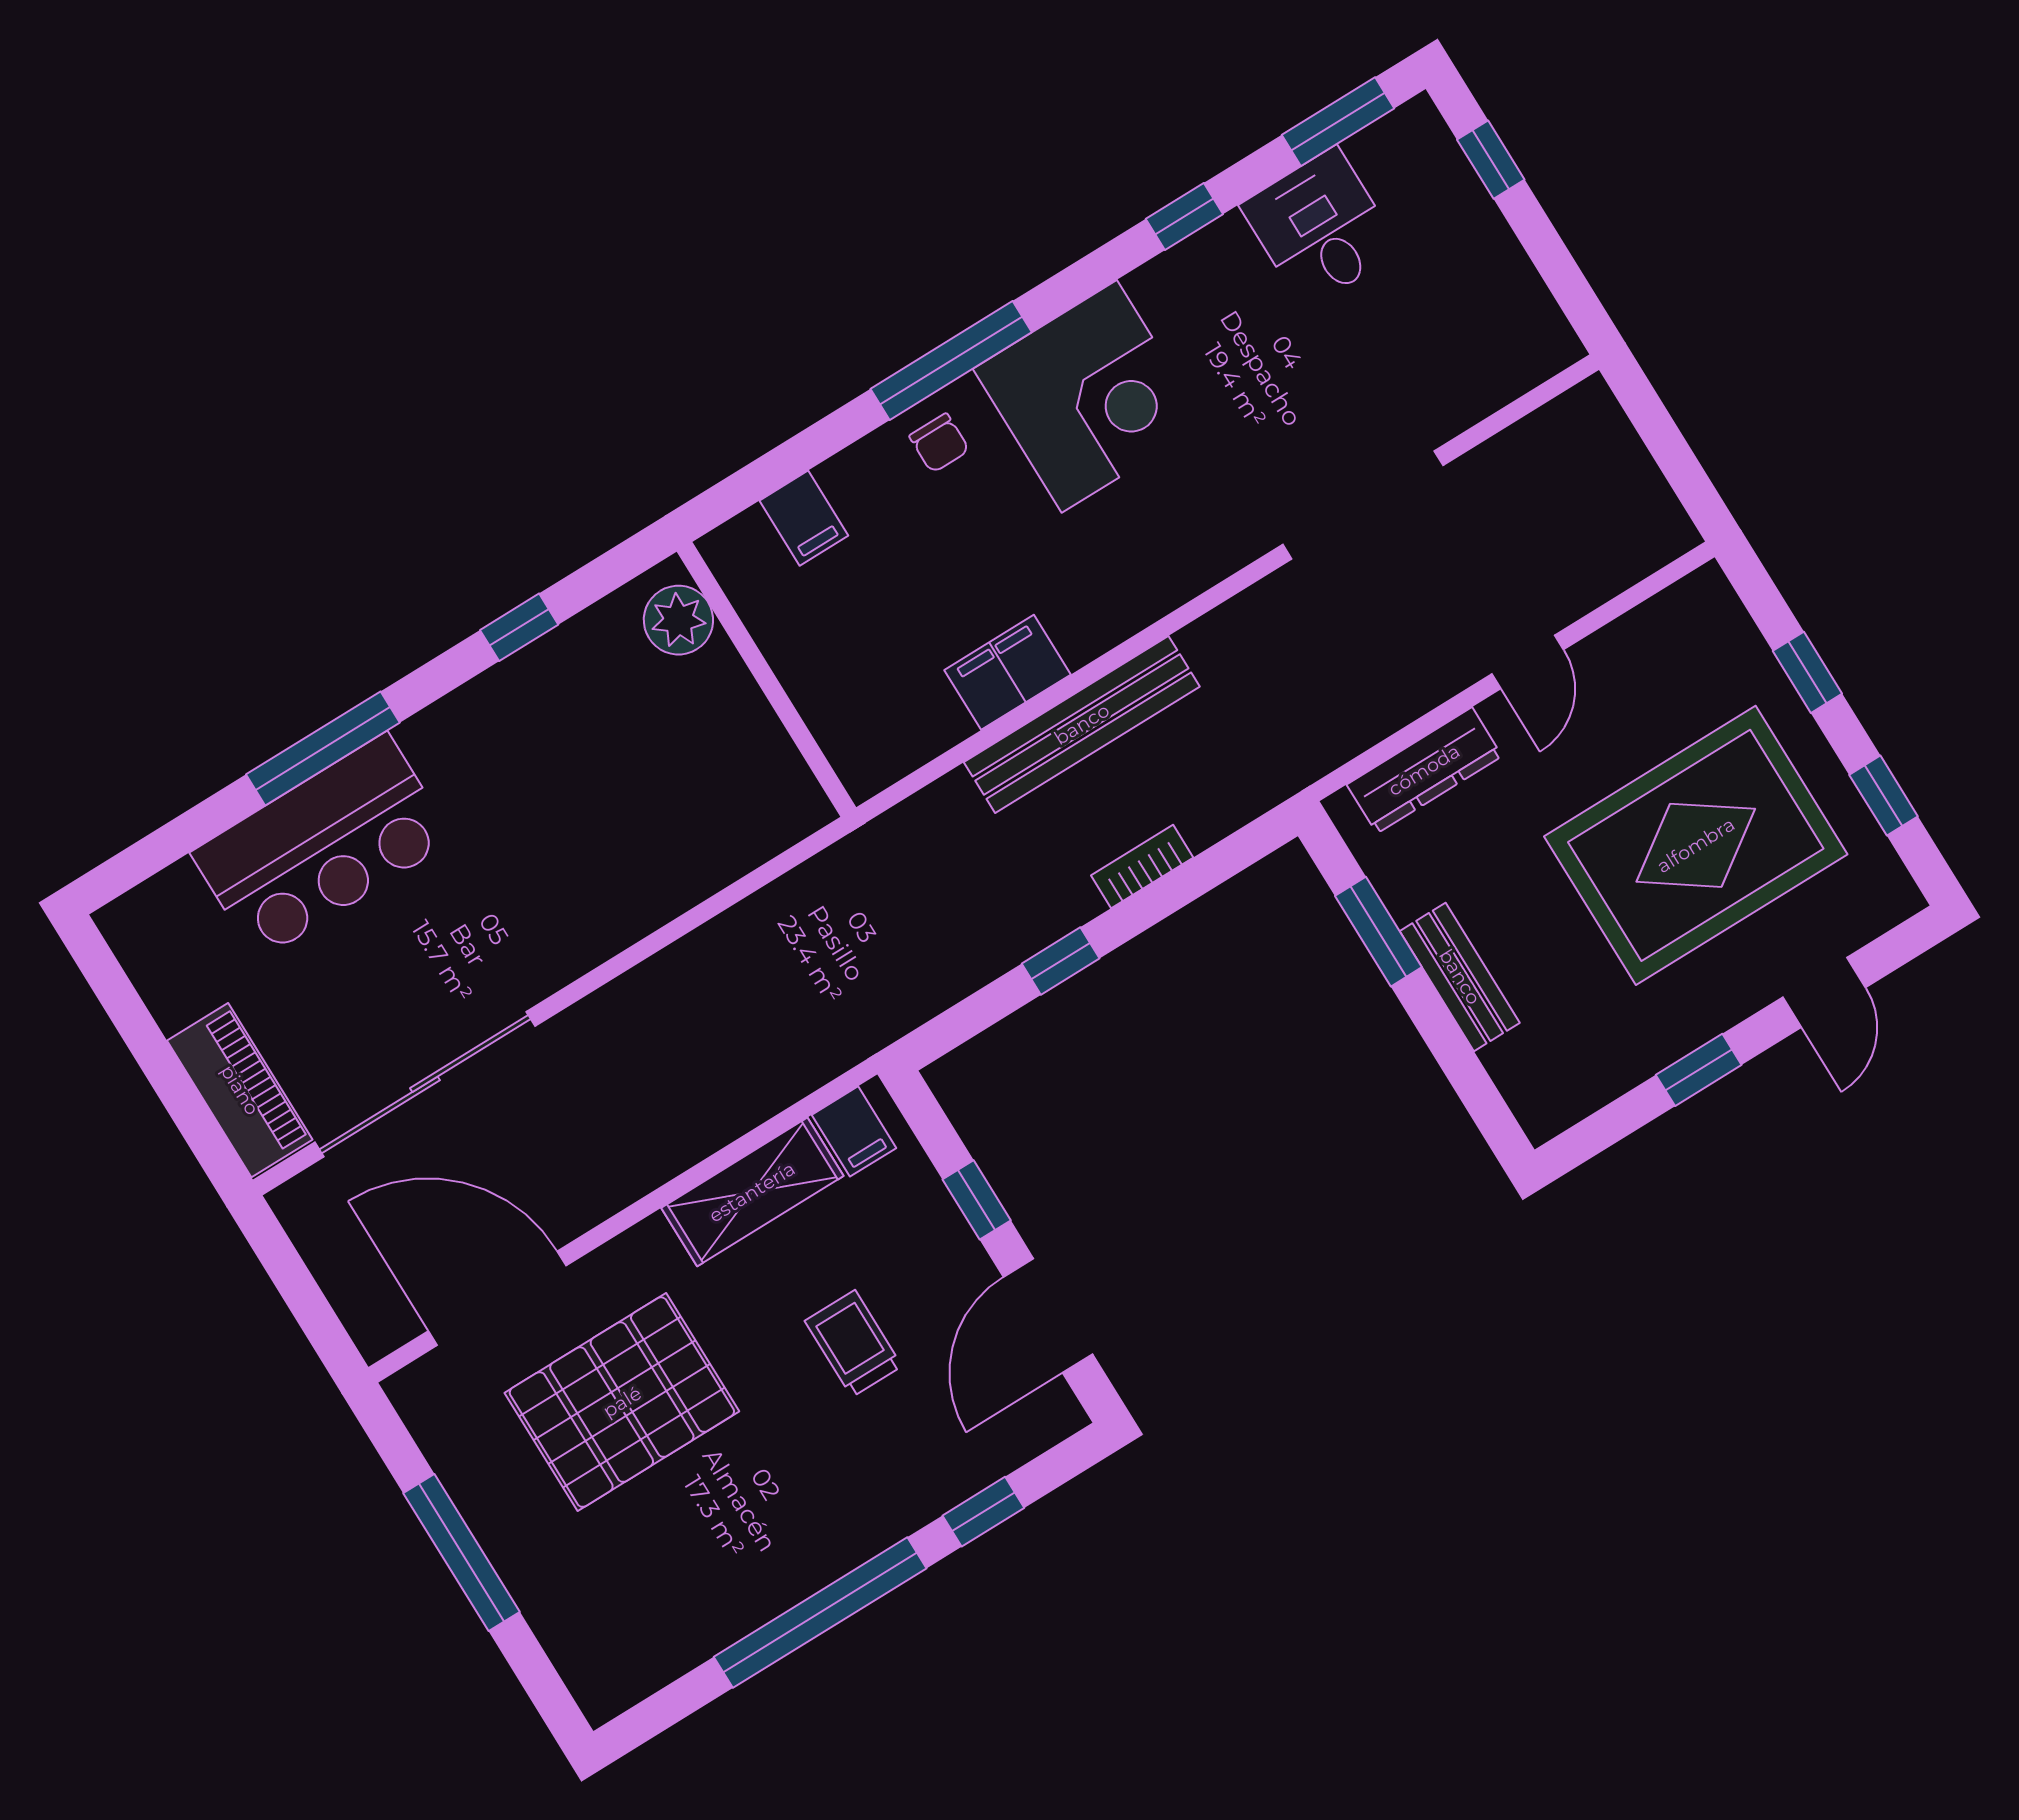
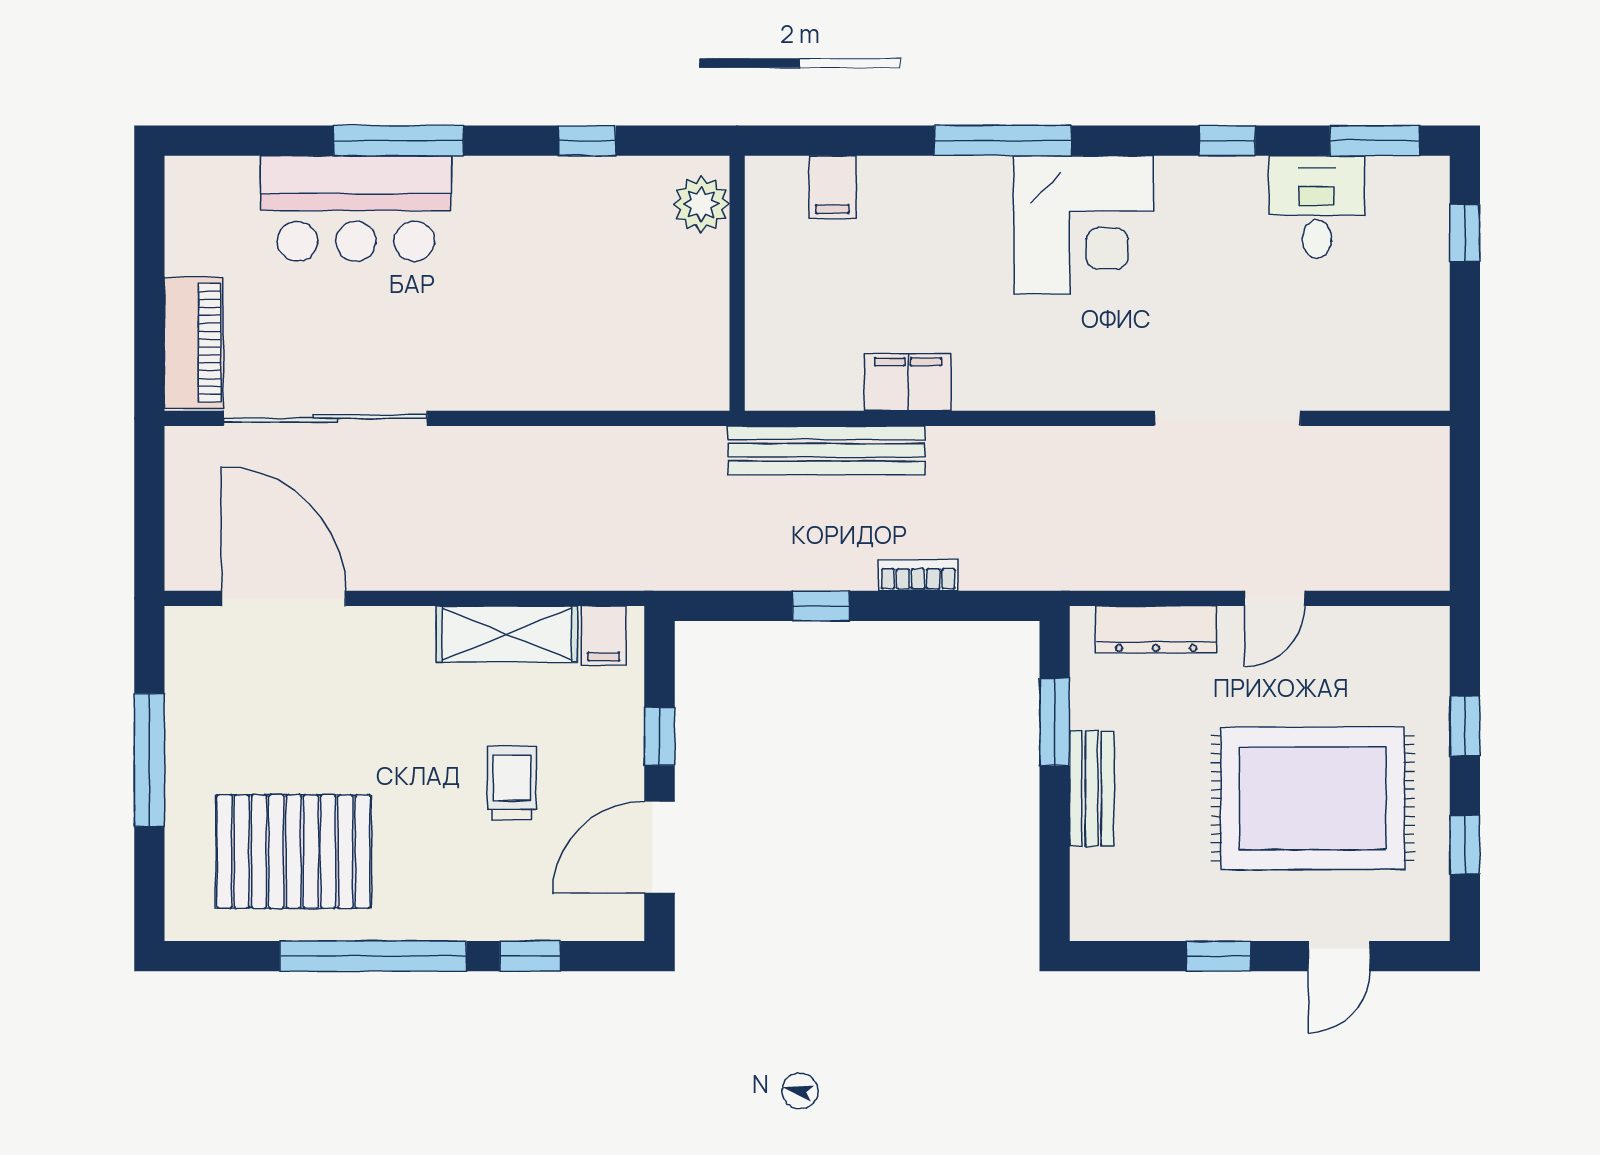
chair: (939, 443) -> (959, 193), removed
bench: (1082, 724) -> (826, 450), moved
pallet: (622, 1402) -> (294, 851), moved

